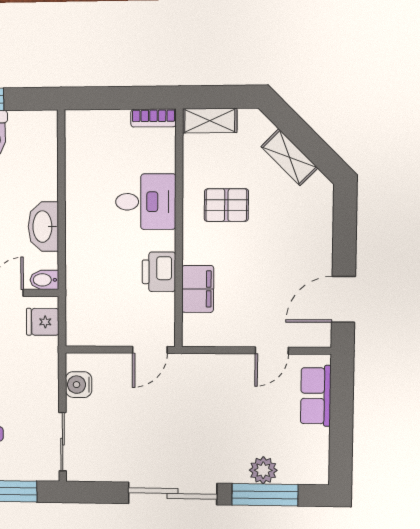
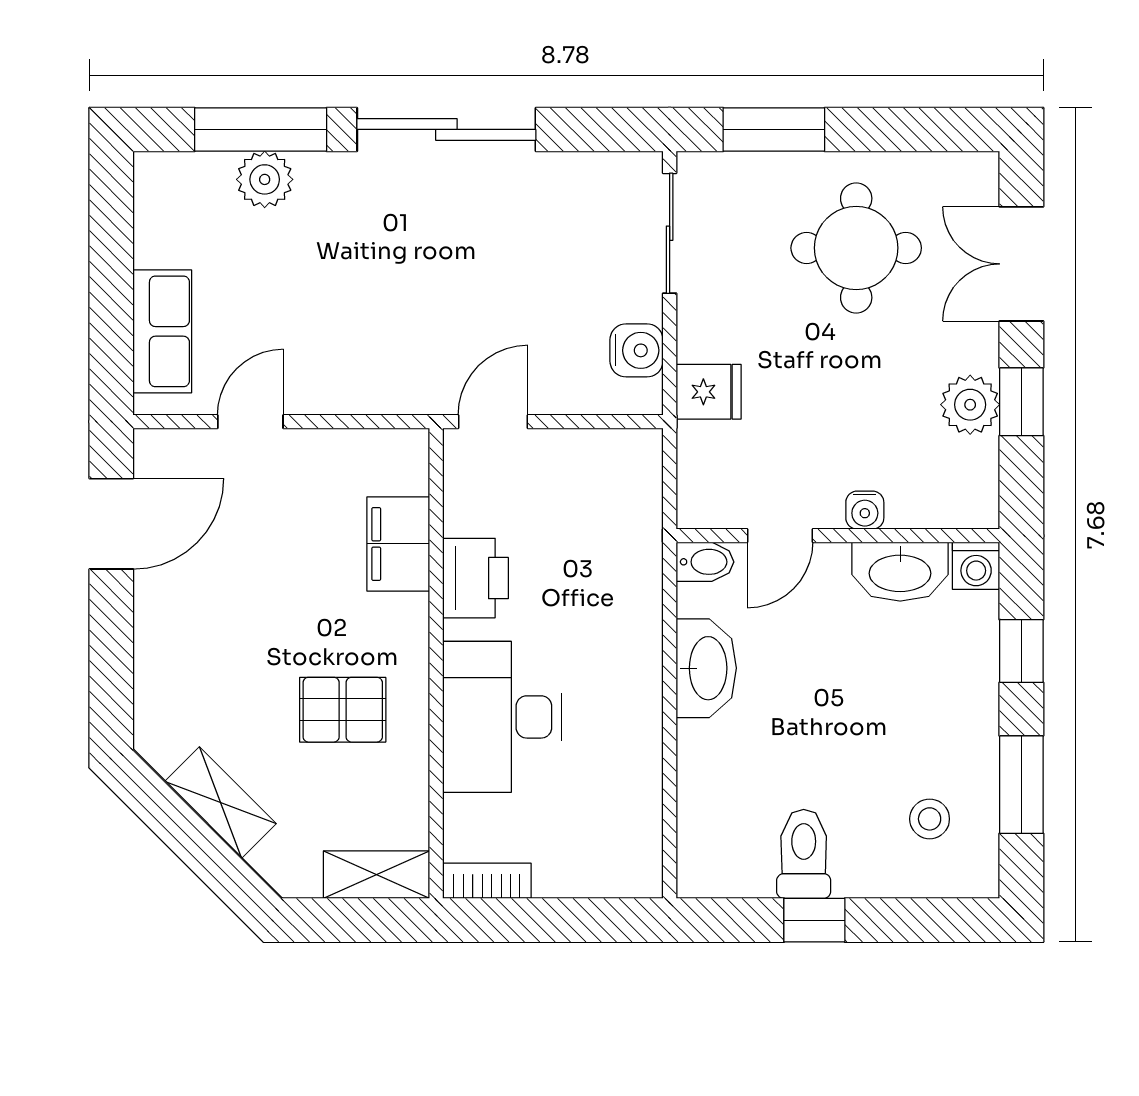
desk: (146, 202) -> (502, 717), width x1.37
fridge: (43, 322) -> (709, 392), moved

